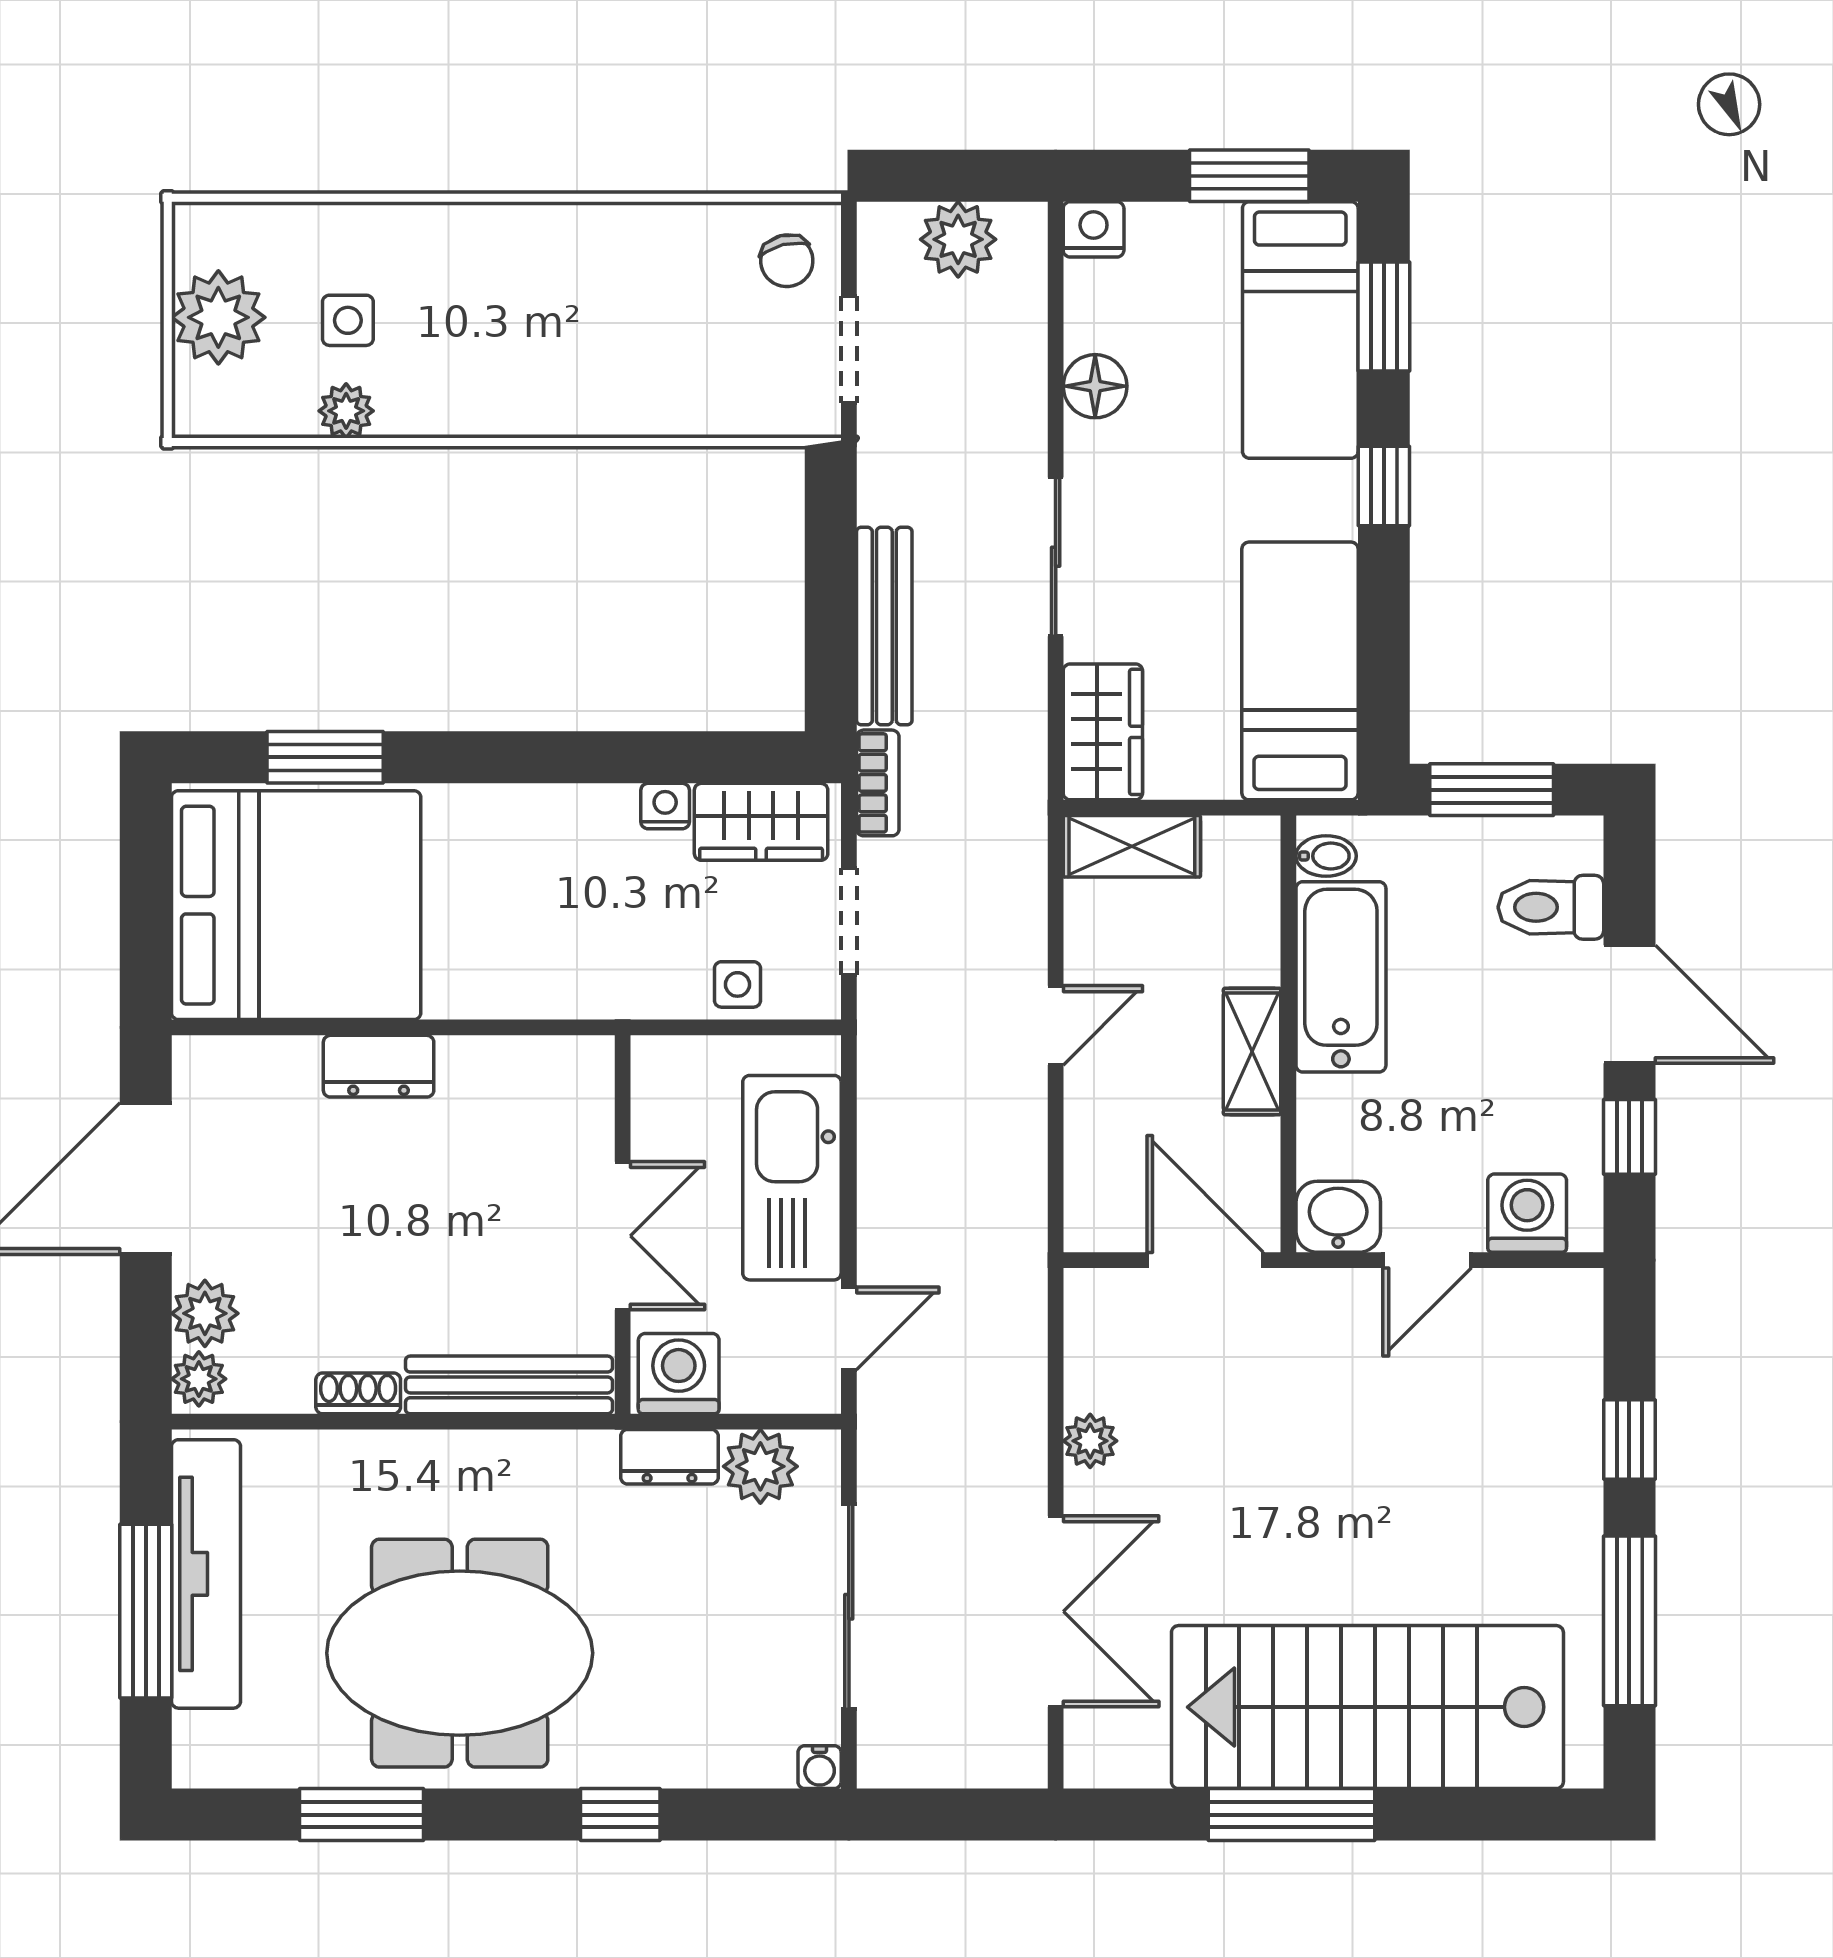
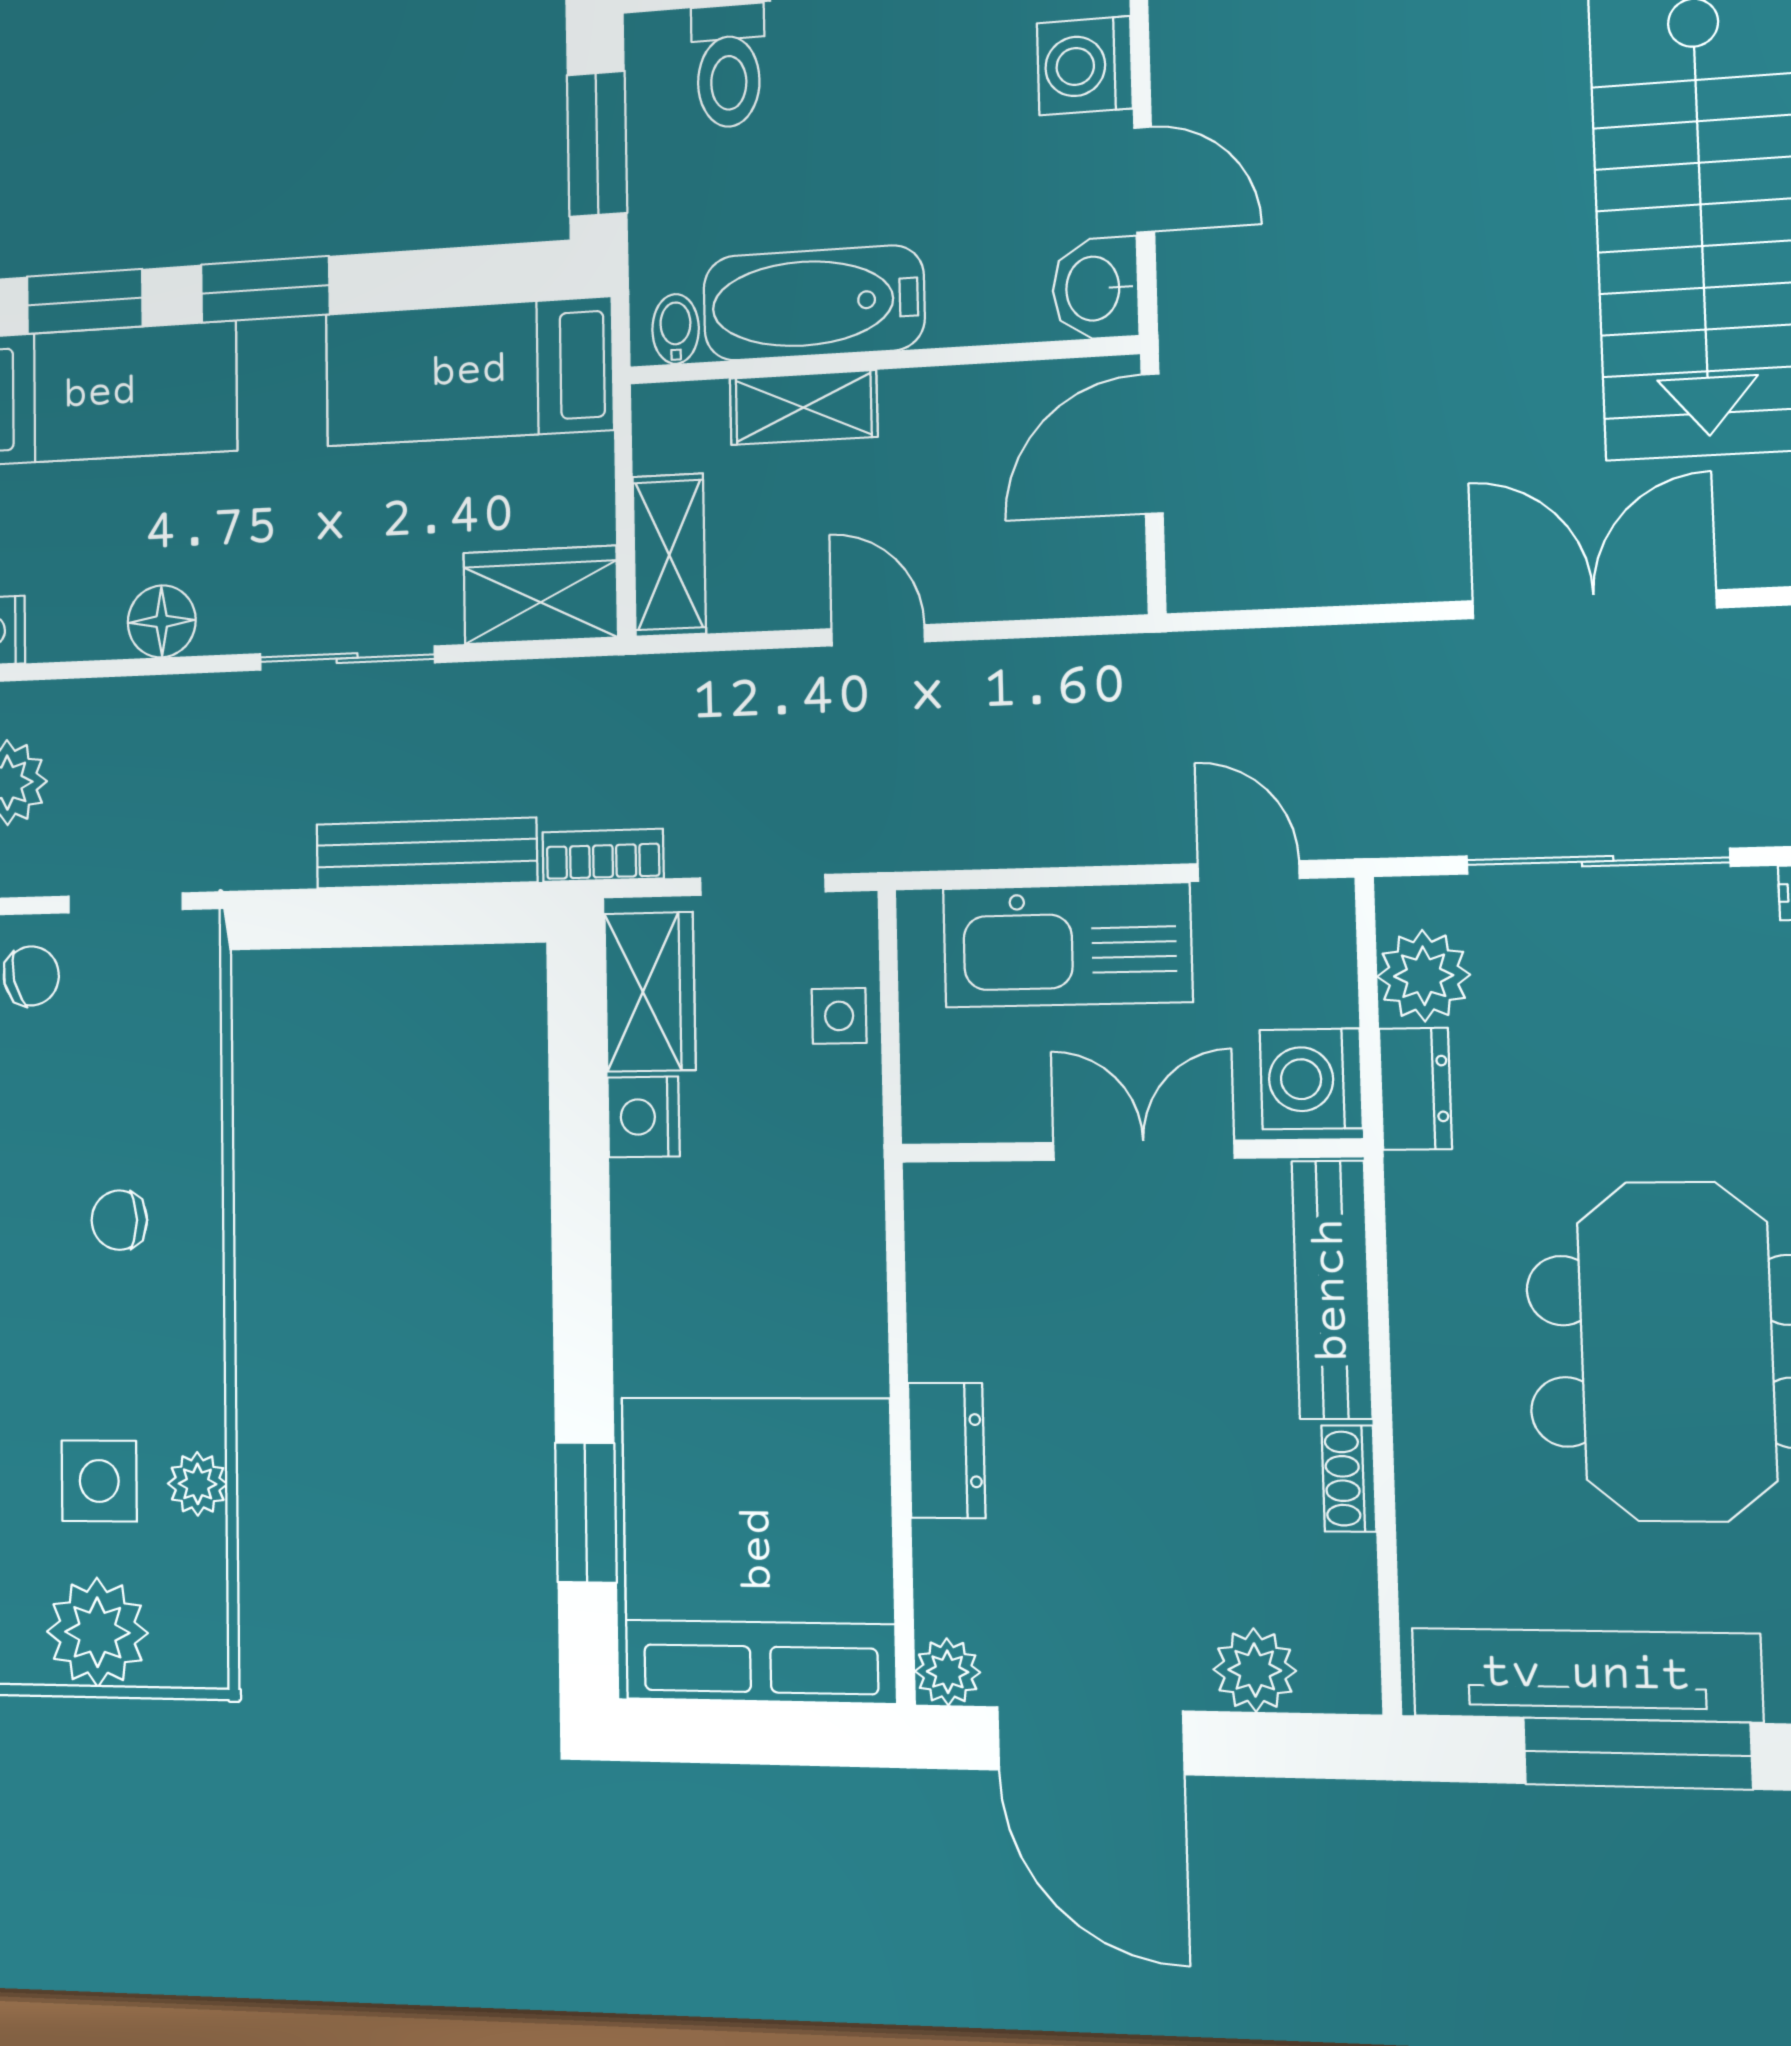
side table: (348, 320) -> (99, 1481), width x1.37, depth x1.37
chair: (573, 341) -> (119, 1220), added
window: (1384, 486) -> (265, 289), width x1.50
nightstand: (665, 806) -> (644, 1117), width x1.39, depth x1.35
shelving: (1252, 1051) -> (804, 408), moved
plant: (199, 1379) -> (948, 1672), moved
plant: (1090, 1441) -> (1378, 572), removed

